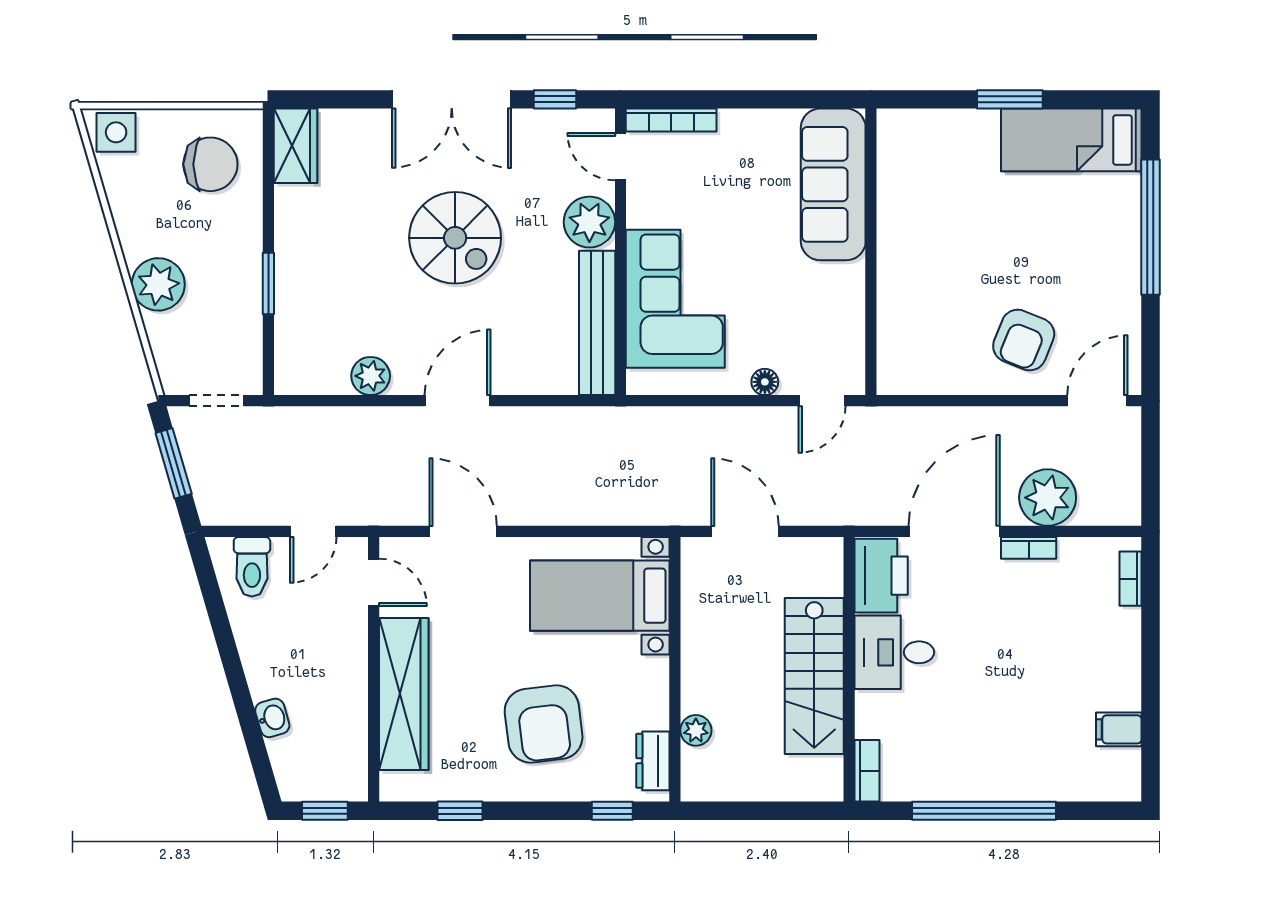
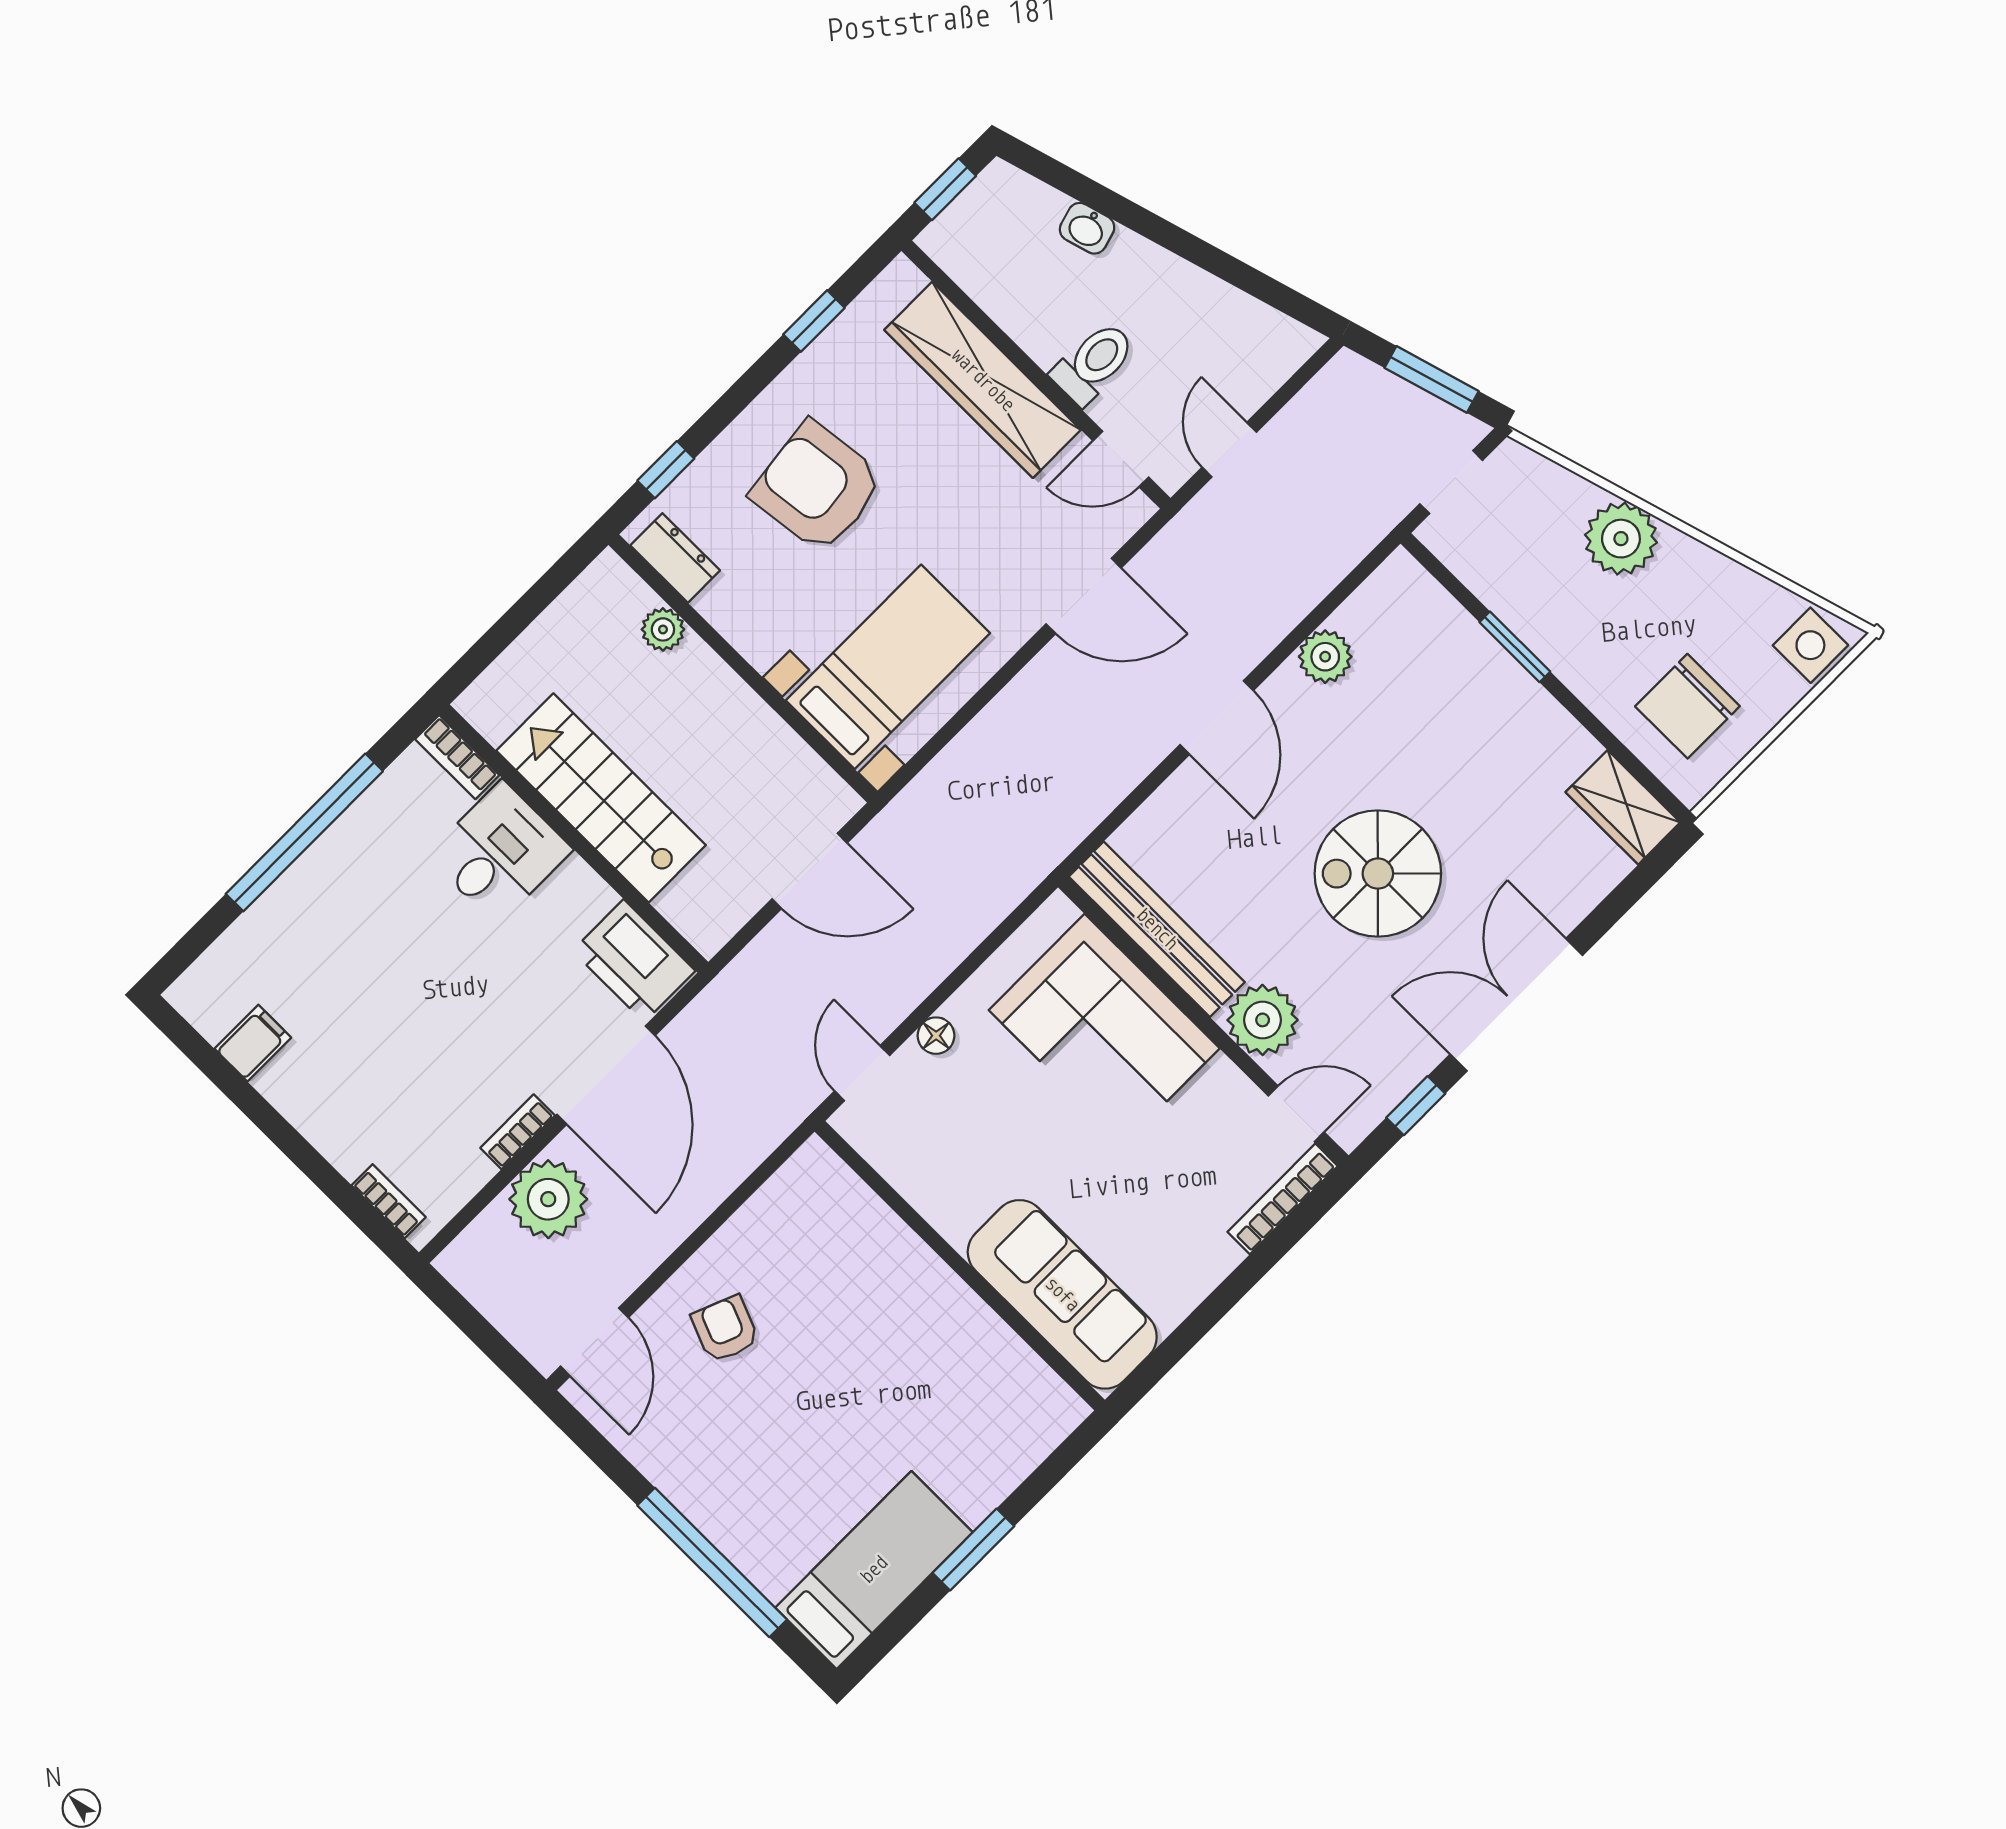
armchair: (1024, 340) -> (725, 1329), width x0.72, depth x0.72
toilet: (252, 567) -> (1094, 363), moved, turned 90
desk: (894, 652) -> (500, 853), moved

